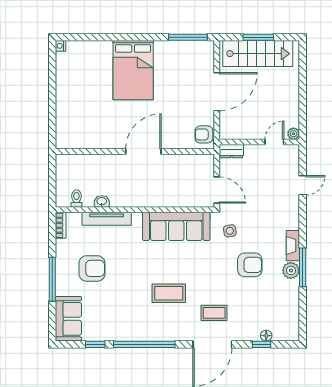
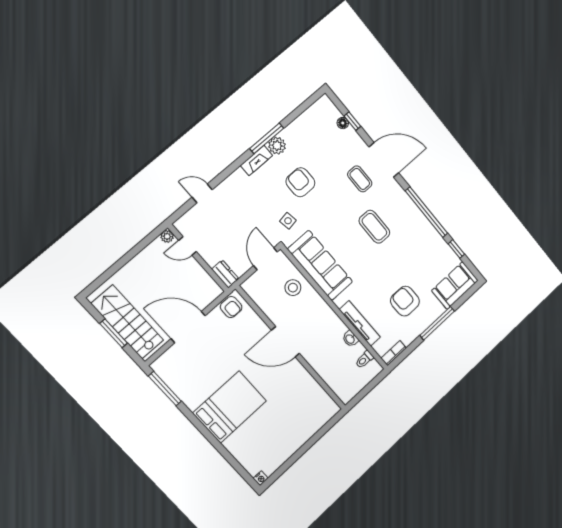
stool: (178, 192) -> (293, 288), added

